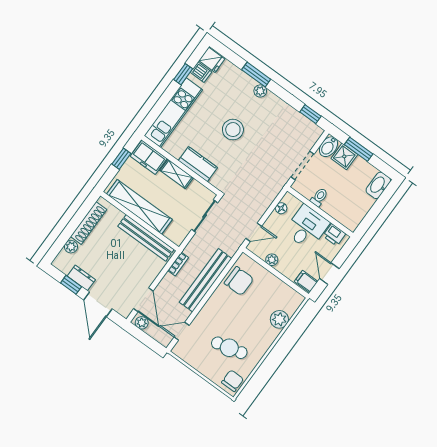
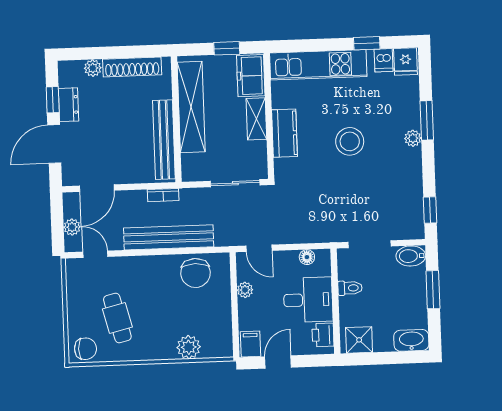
shower: (344, 156) -> (359, 340), moved
plant: (142, 323) -> (72, 227), moved

